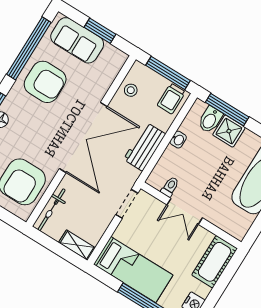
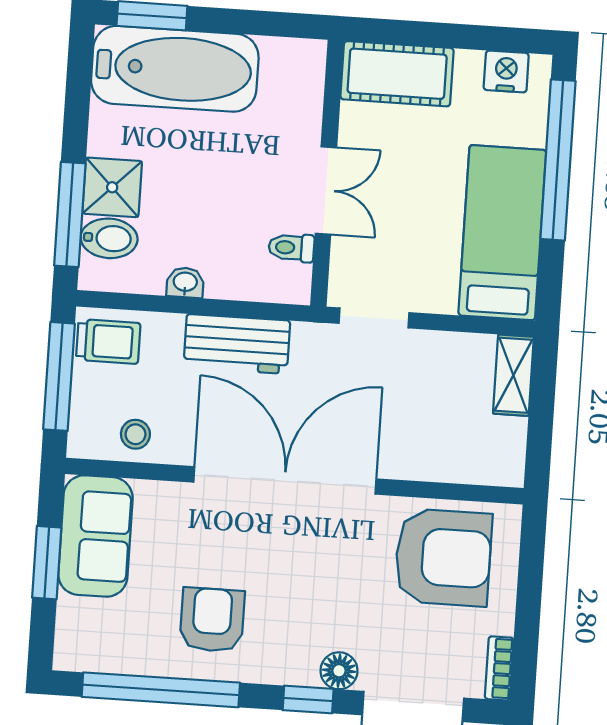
sofa: (77, 40) -> (95, 536), moved
armchair: (45, 82) -> (212, 620), width x0.73, depth x0.73
bicycle: (51, 210) -> (469, 466), removed

